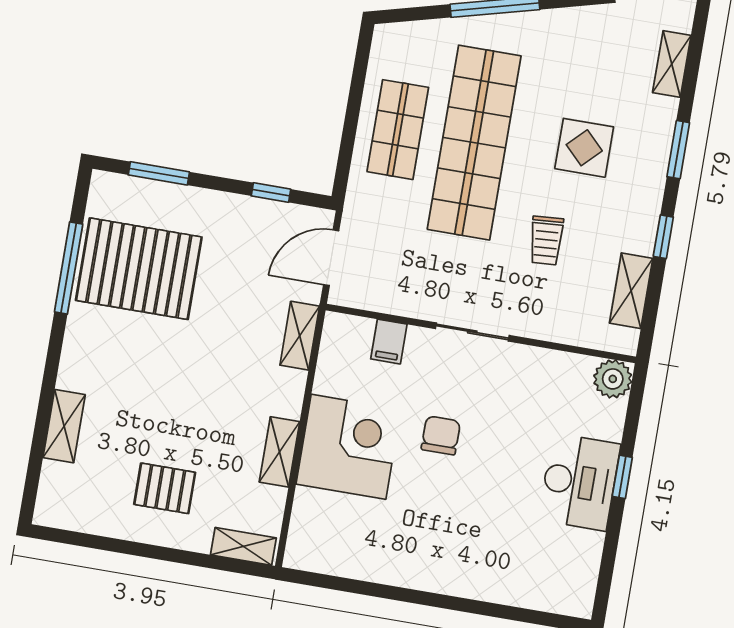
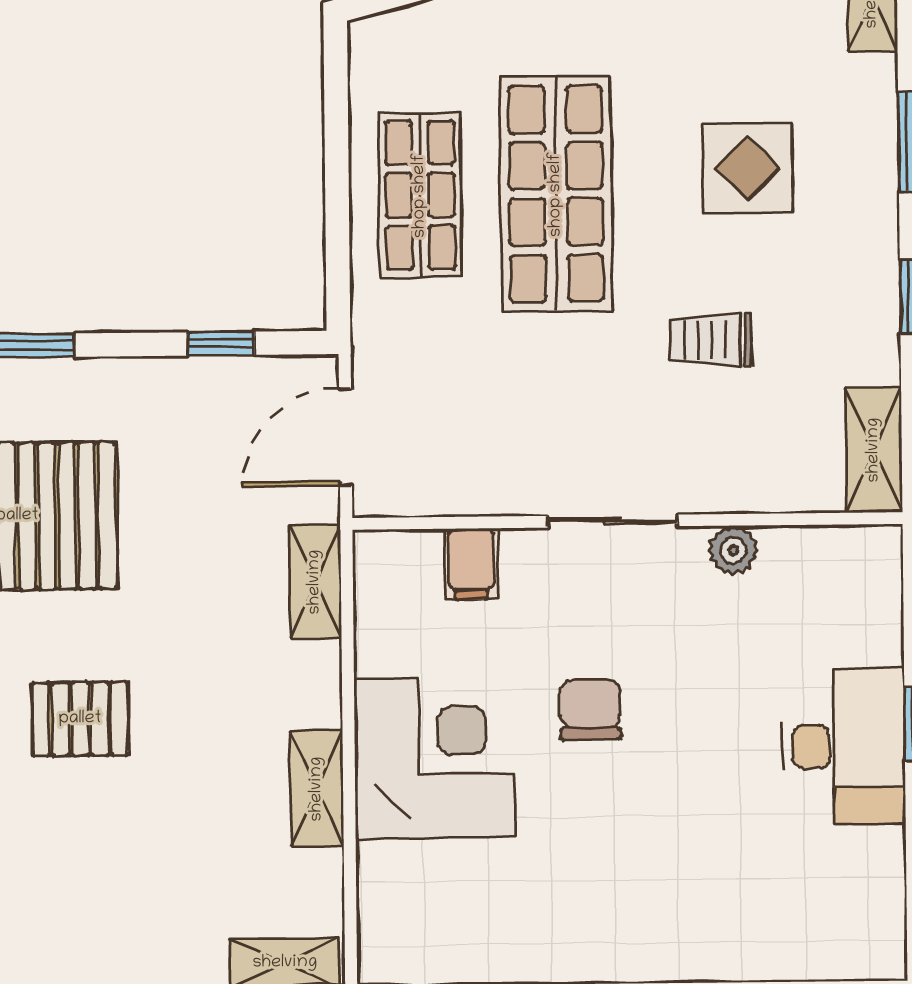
shop shelf: (474, 143) -> (556, 194), width x0.71
trolley: (546, 241) -> (711, 340), turned 94
shelving: (631, 291) -> (874, 450), moved
plant: (613, 379) -> (733, 550), moved, width x0.73, depth x0.73
pallet: (165, 488) -> (80, 719), moved

